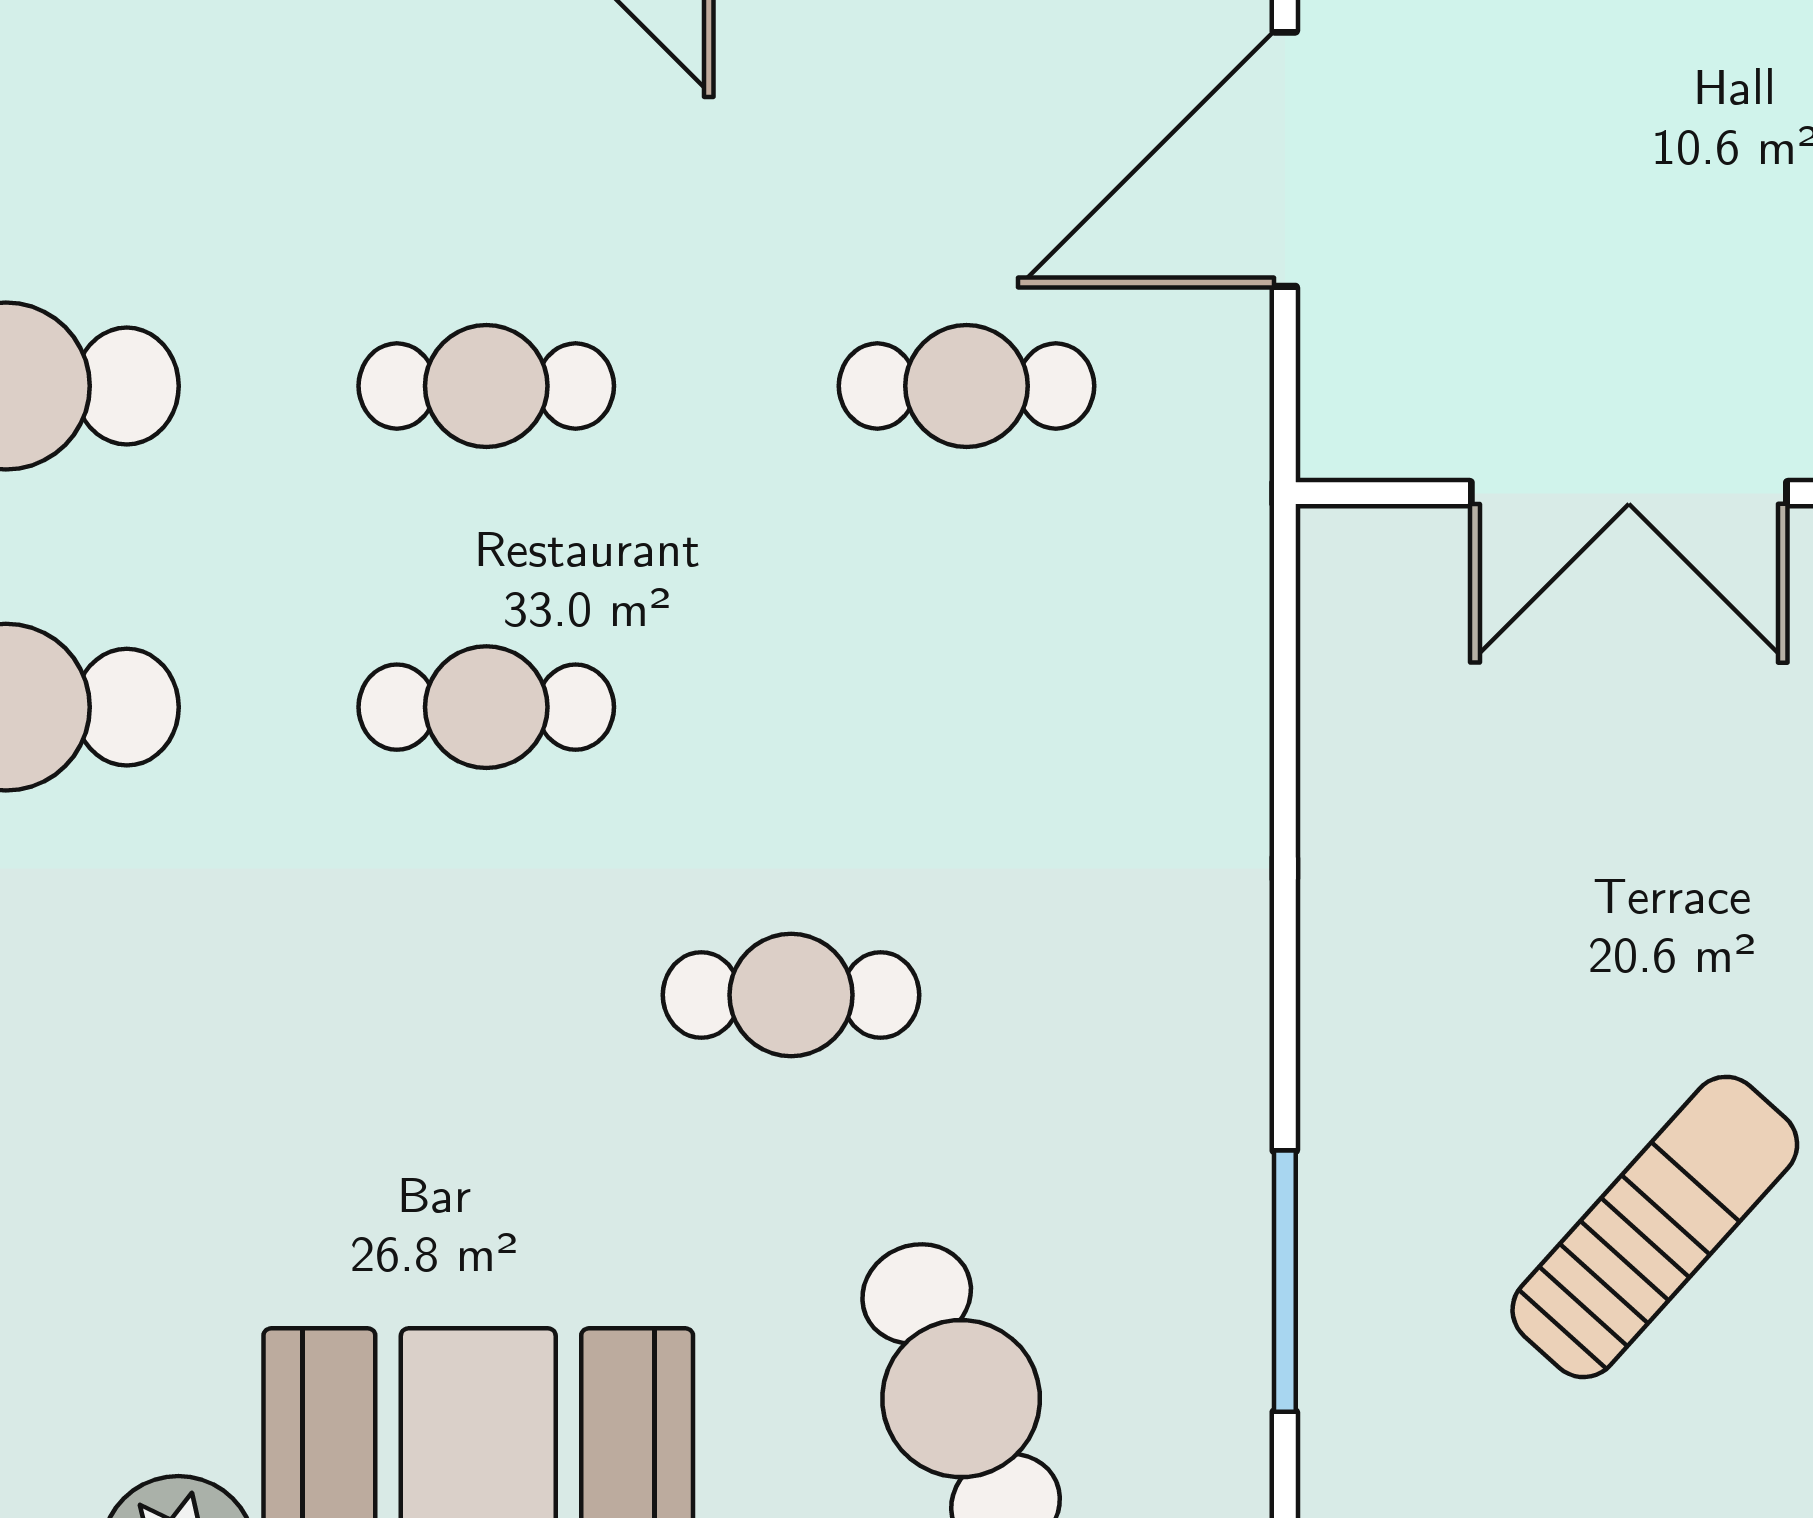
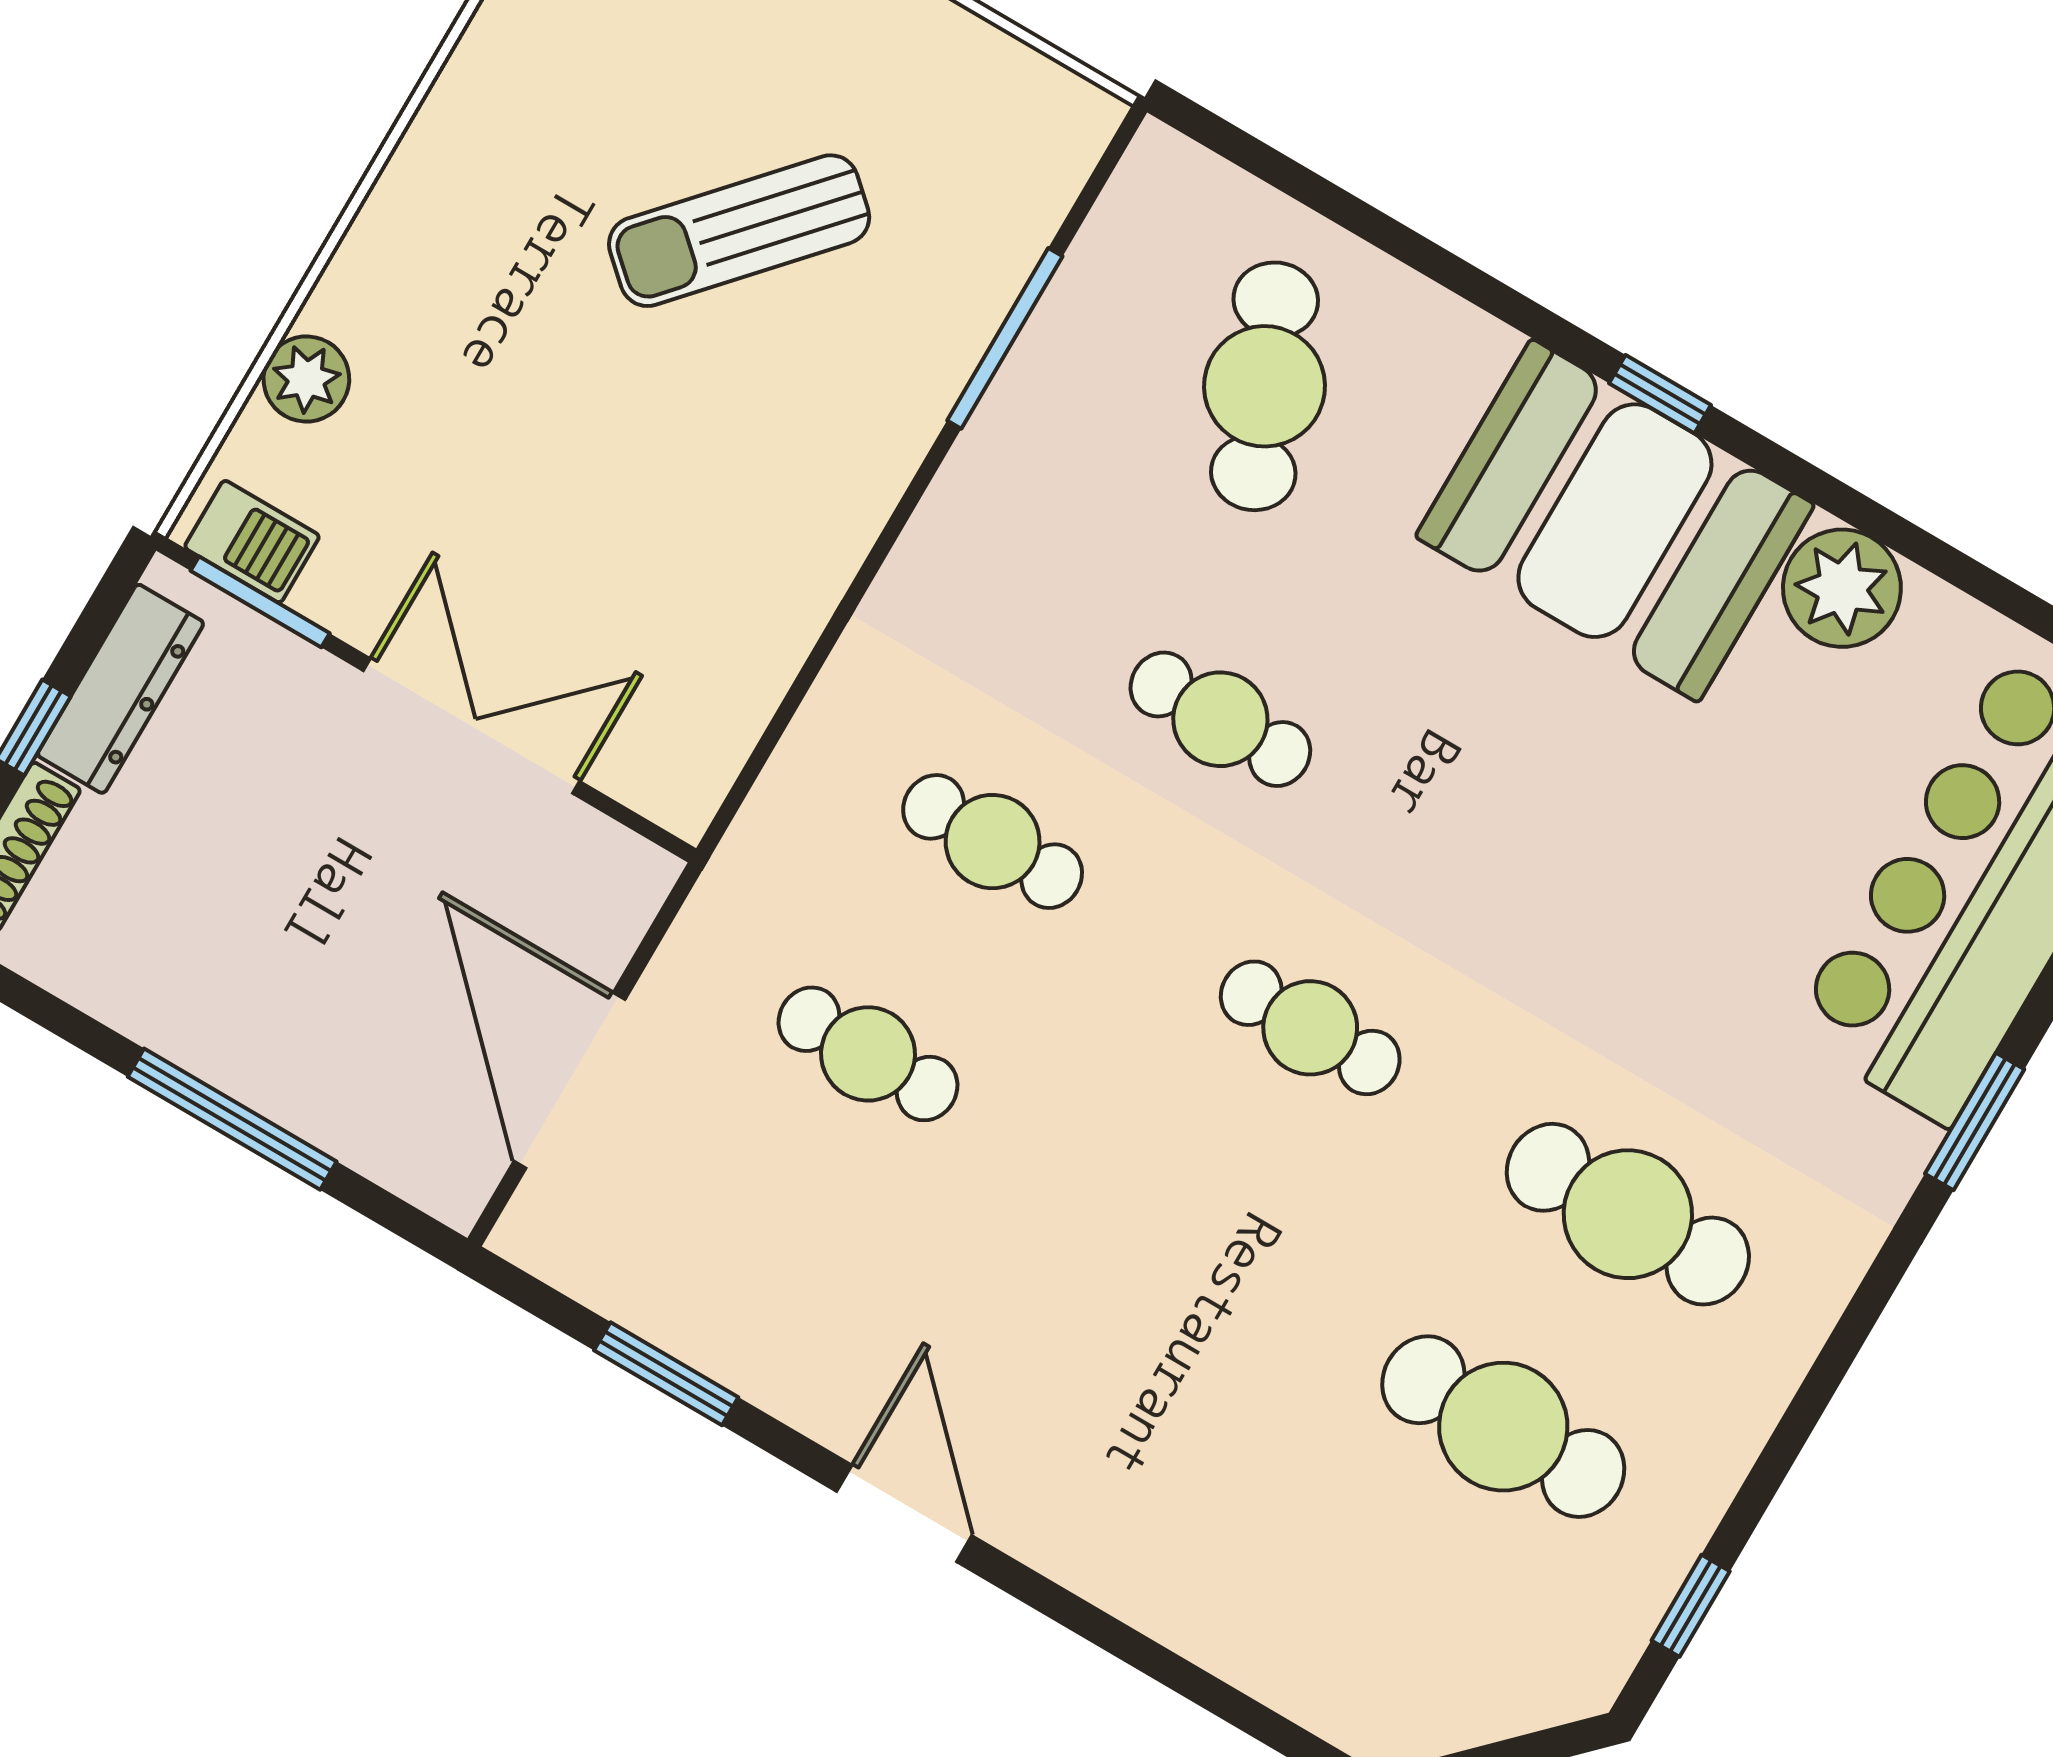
door: (1285, 159) -> (570, 1080), swing flipped
cafe table: (486, 386) -> (993, 842), moved

